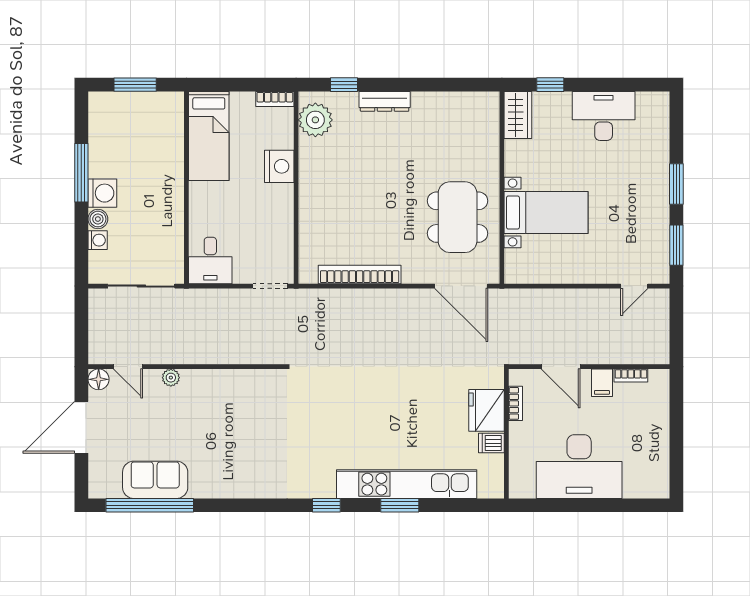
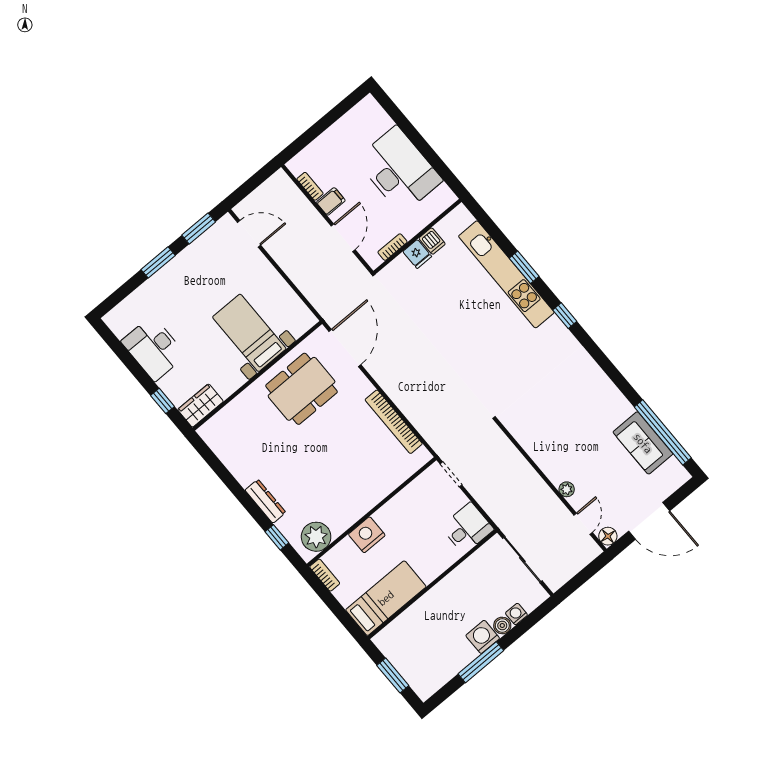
door: (634, 286) -> (249, 234), width x1.38
fridge: (486, 410) -> (417, 254), width x0.53, depth x0.75

